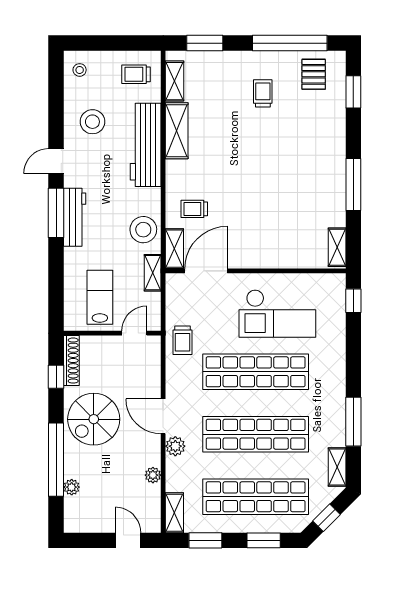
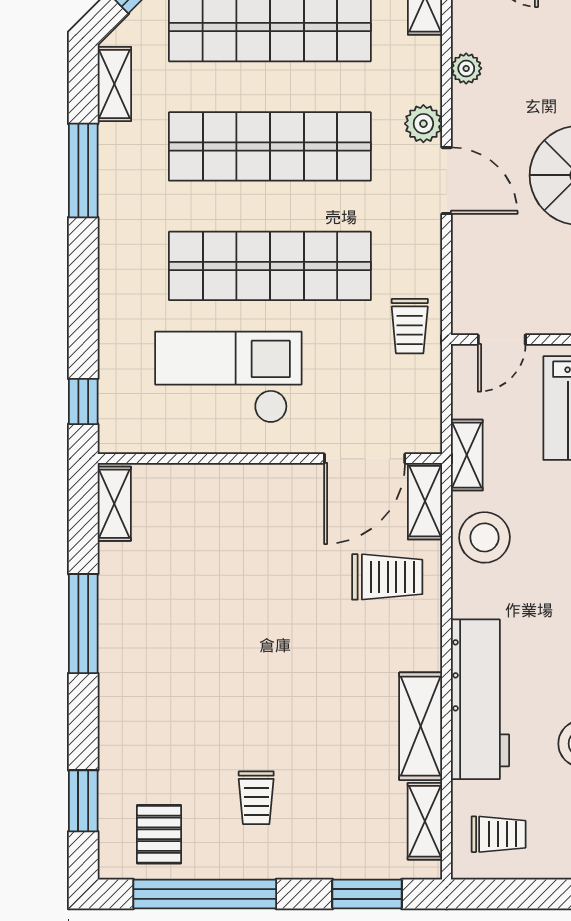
trolley: (194, 209) -> (387, 577), width x1.36, depth x1.39
trolley: (182, 340) -> (410, 326), turned 180

